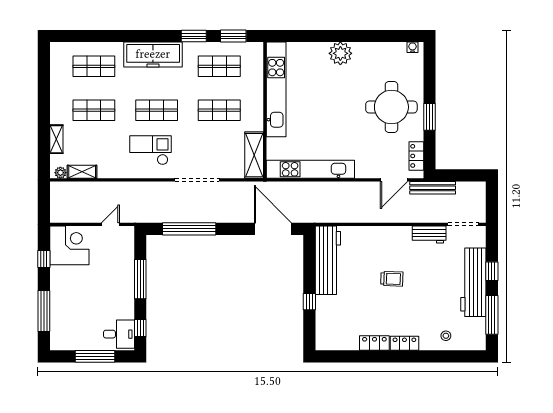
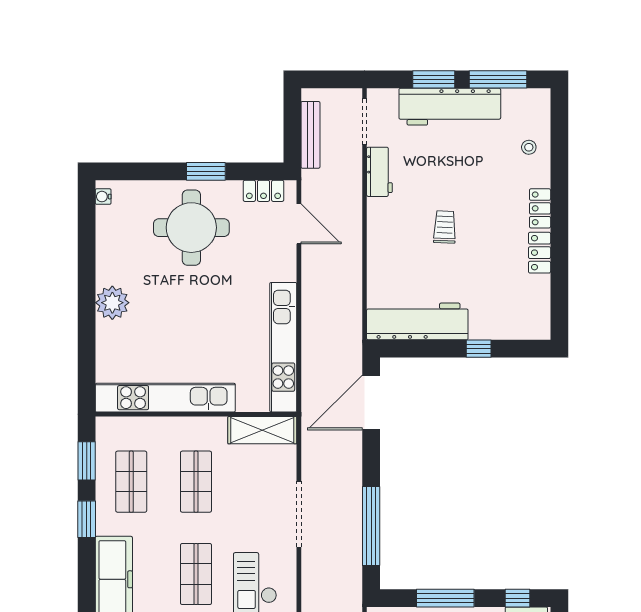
bench: (433, 188) -> (310, 135), moved
window: (492, 271) -> (434, 79), width x1.50

